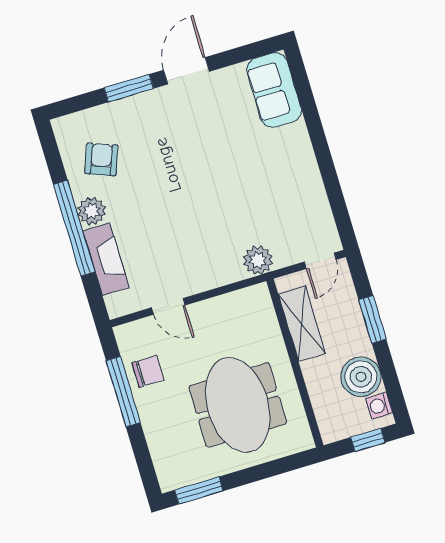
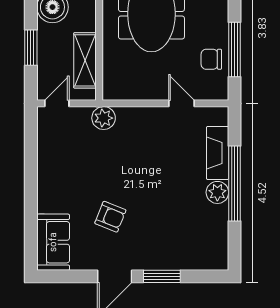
armchair: (101, 159) -> (110, 217), moved, turned -89

